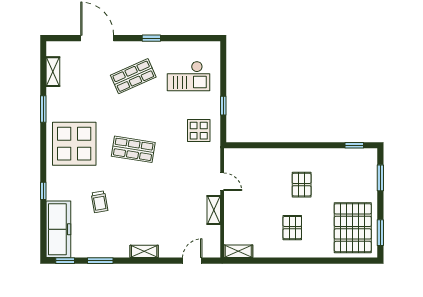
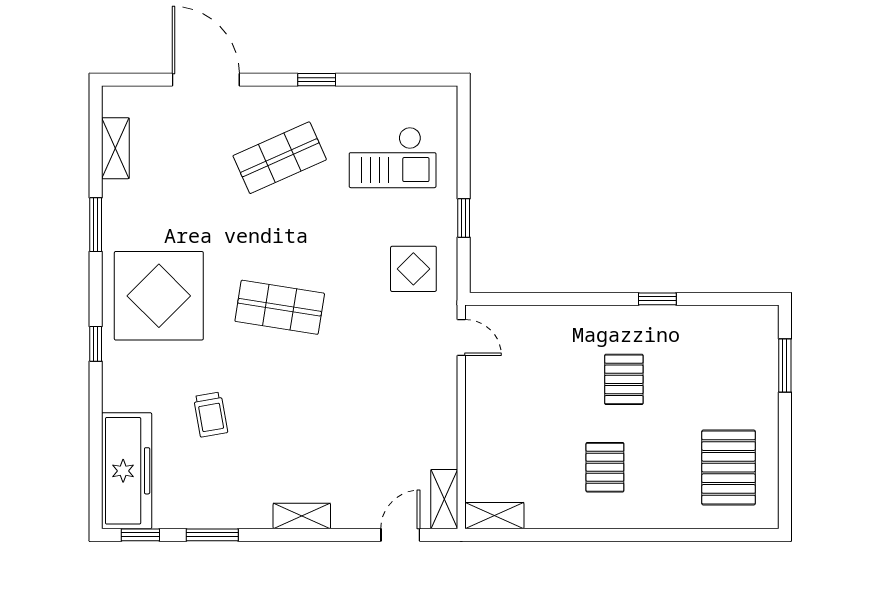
window: (354, 145) -> (657, 299), moved
door: (222, 182) -> (461, 337), moved
window: (43, 191) -> (96, 344), moved
shelving: (214, 210) -> (444, 499), moved
pallet: (353, 228) -> (729, 468), width x0.73, depth x0.71
window: (380, 233) -> (785, 478), removed

